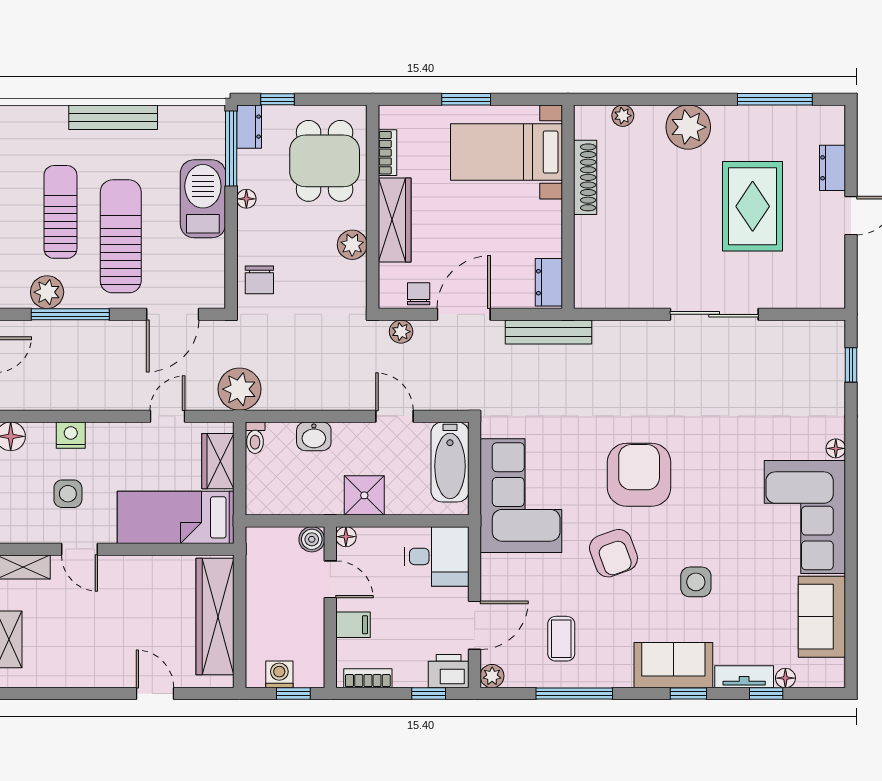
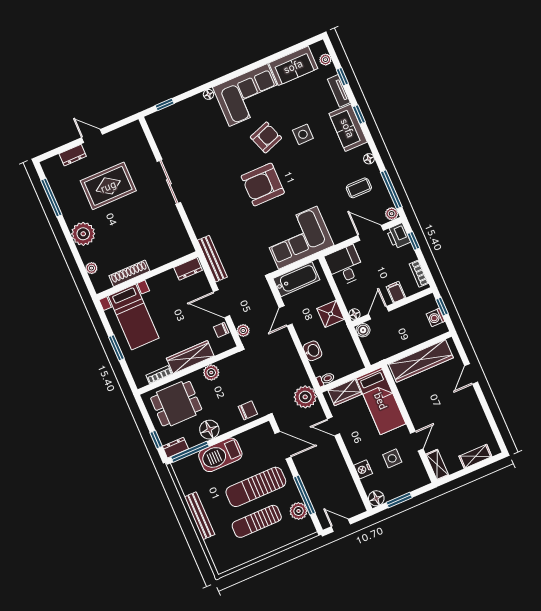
floor lamp: (246, 199) -> (209, 430), width x1.89, depth x1.89
armchair: (613, 553) -> (266, 137), moved
plant: (808, 677) -> (325, 60), added
floor lamp: (785, 678) -> (369, 159), moved
window: (574, 694) -> (391, 189), moved

